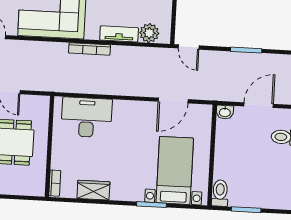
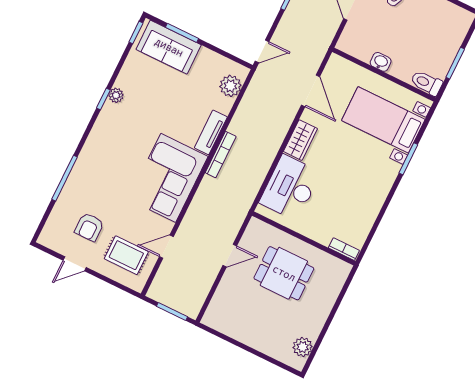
tv unit: (119, 34) -> (211, 132), moved
washbasin: (225, 112) -> (381, 62), moved, turned -90
wardrobe: (93, 190) -> (300, 140), moved, turned 180

